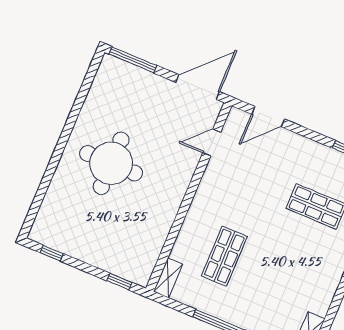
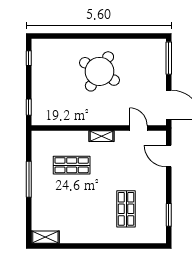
round table: (111, 163) -> (99, 71), turned 31
shelving: (168, 278) -> (102, 136), moved

